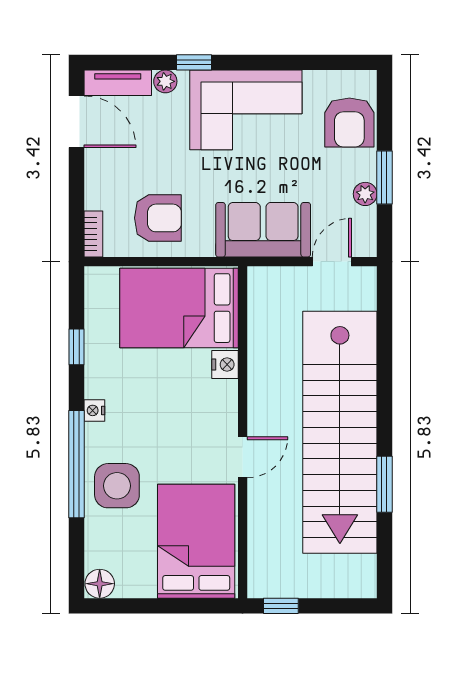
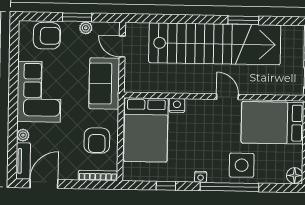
window: (194, 62) -> (13, 119), removed
armchair: (158, 218) -> (97, 140), turned 180
bookcase: (93, 234) -> (98, 176), width x1.56

